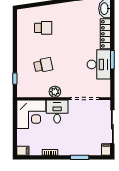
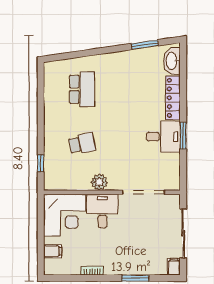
school desk: (43, 28) -> (82, 89), width x1.85
desk: (99, 64) -> (163, 137), width x0.73
filing cabinet: (23, 151) -> (53, 251), moved

